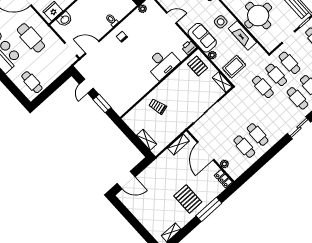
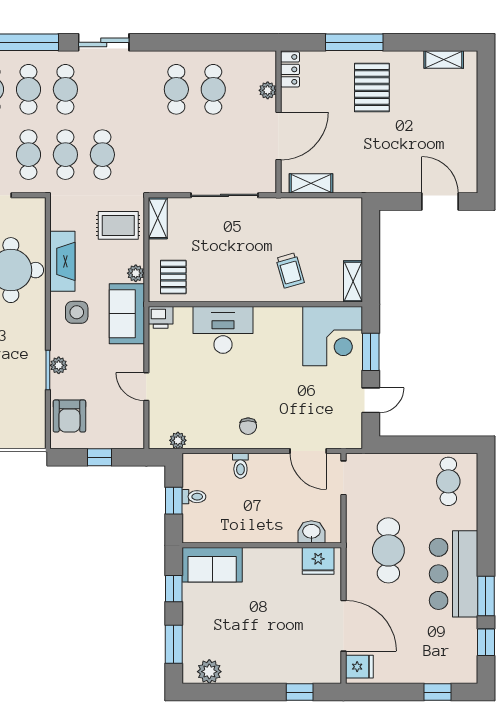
corner desk: (121, 97) -> (333, 336), added
shelving: (147, 140) -> (353, 281), moved

